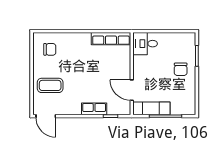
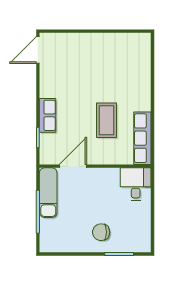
chair: (50, 49) -> (128, 56), removed
coffee table: (50, 85) -> (107, 120), moved

